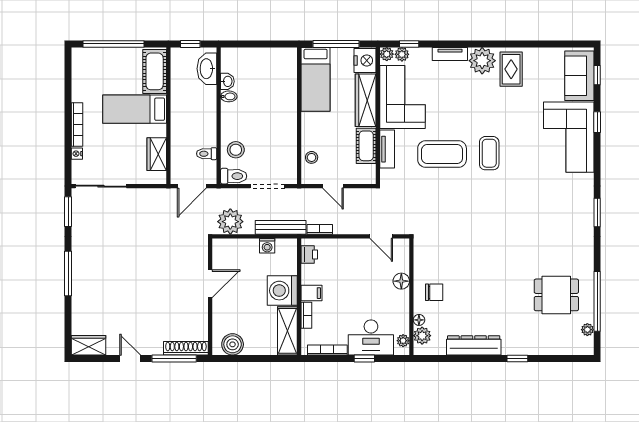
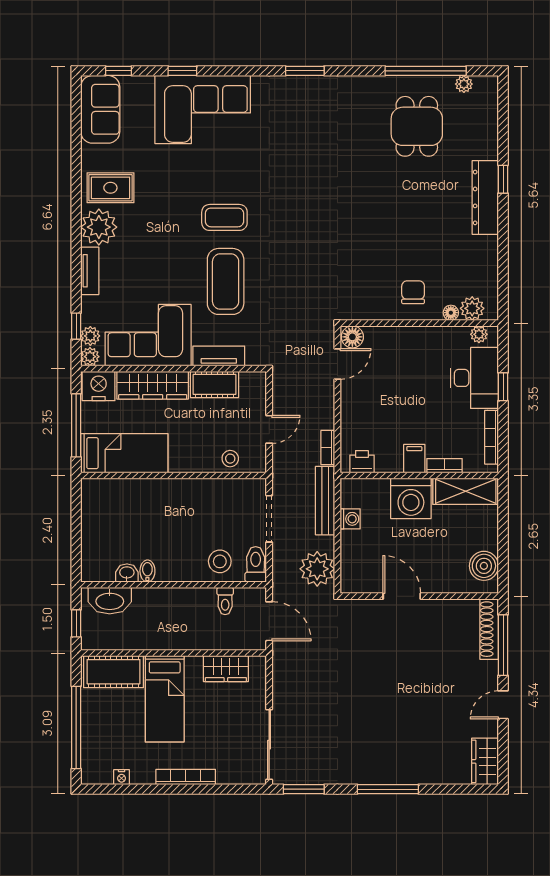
sofa: (579, 76) -> (100, 109), moved, turned -90
nightstand: (77, 154) -> (122, 777), moved
floor lamp: (401, 281) -> (352, 337), moved
dresser: (474, 345) -> (485, 197), moved

